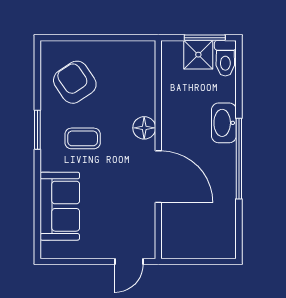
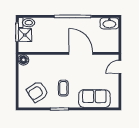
washbasin: (224, 123) -> (109, 23), moved
floor lamp: (144, 128) -> (23, 60), moved
door: (158, 177) -> (81, 53), hinge flipped
door: (129, 262) -> (120, 67), swing flipped

